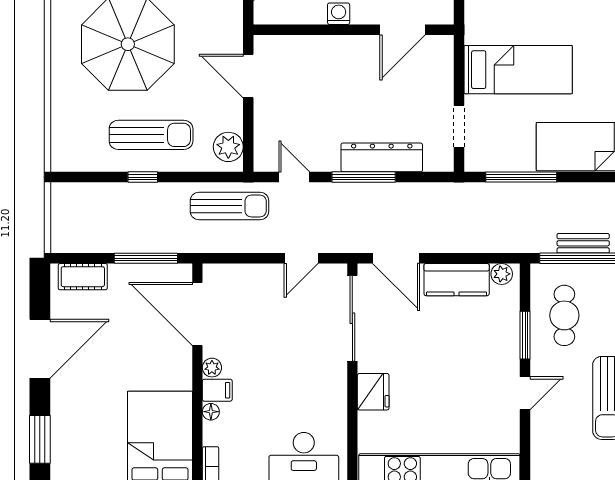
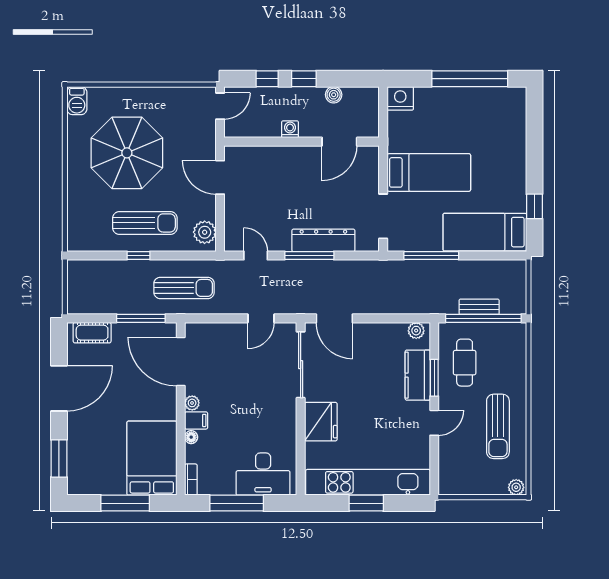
doorway: (459, 126) -> (383, 216), width x1.38
sun lounger: (229, 206) -> (184, 288), moved
kitchen counter: (457, 280) -> (418, 375), moved, turned 90
fridge: (373, 392) -> (321, 422), width x1.36, depth x1.34

